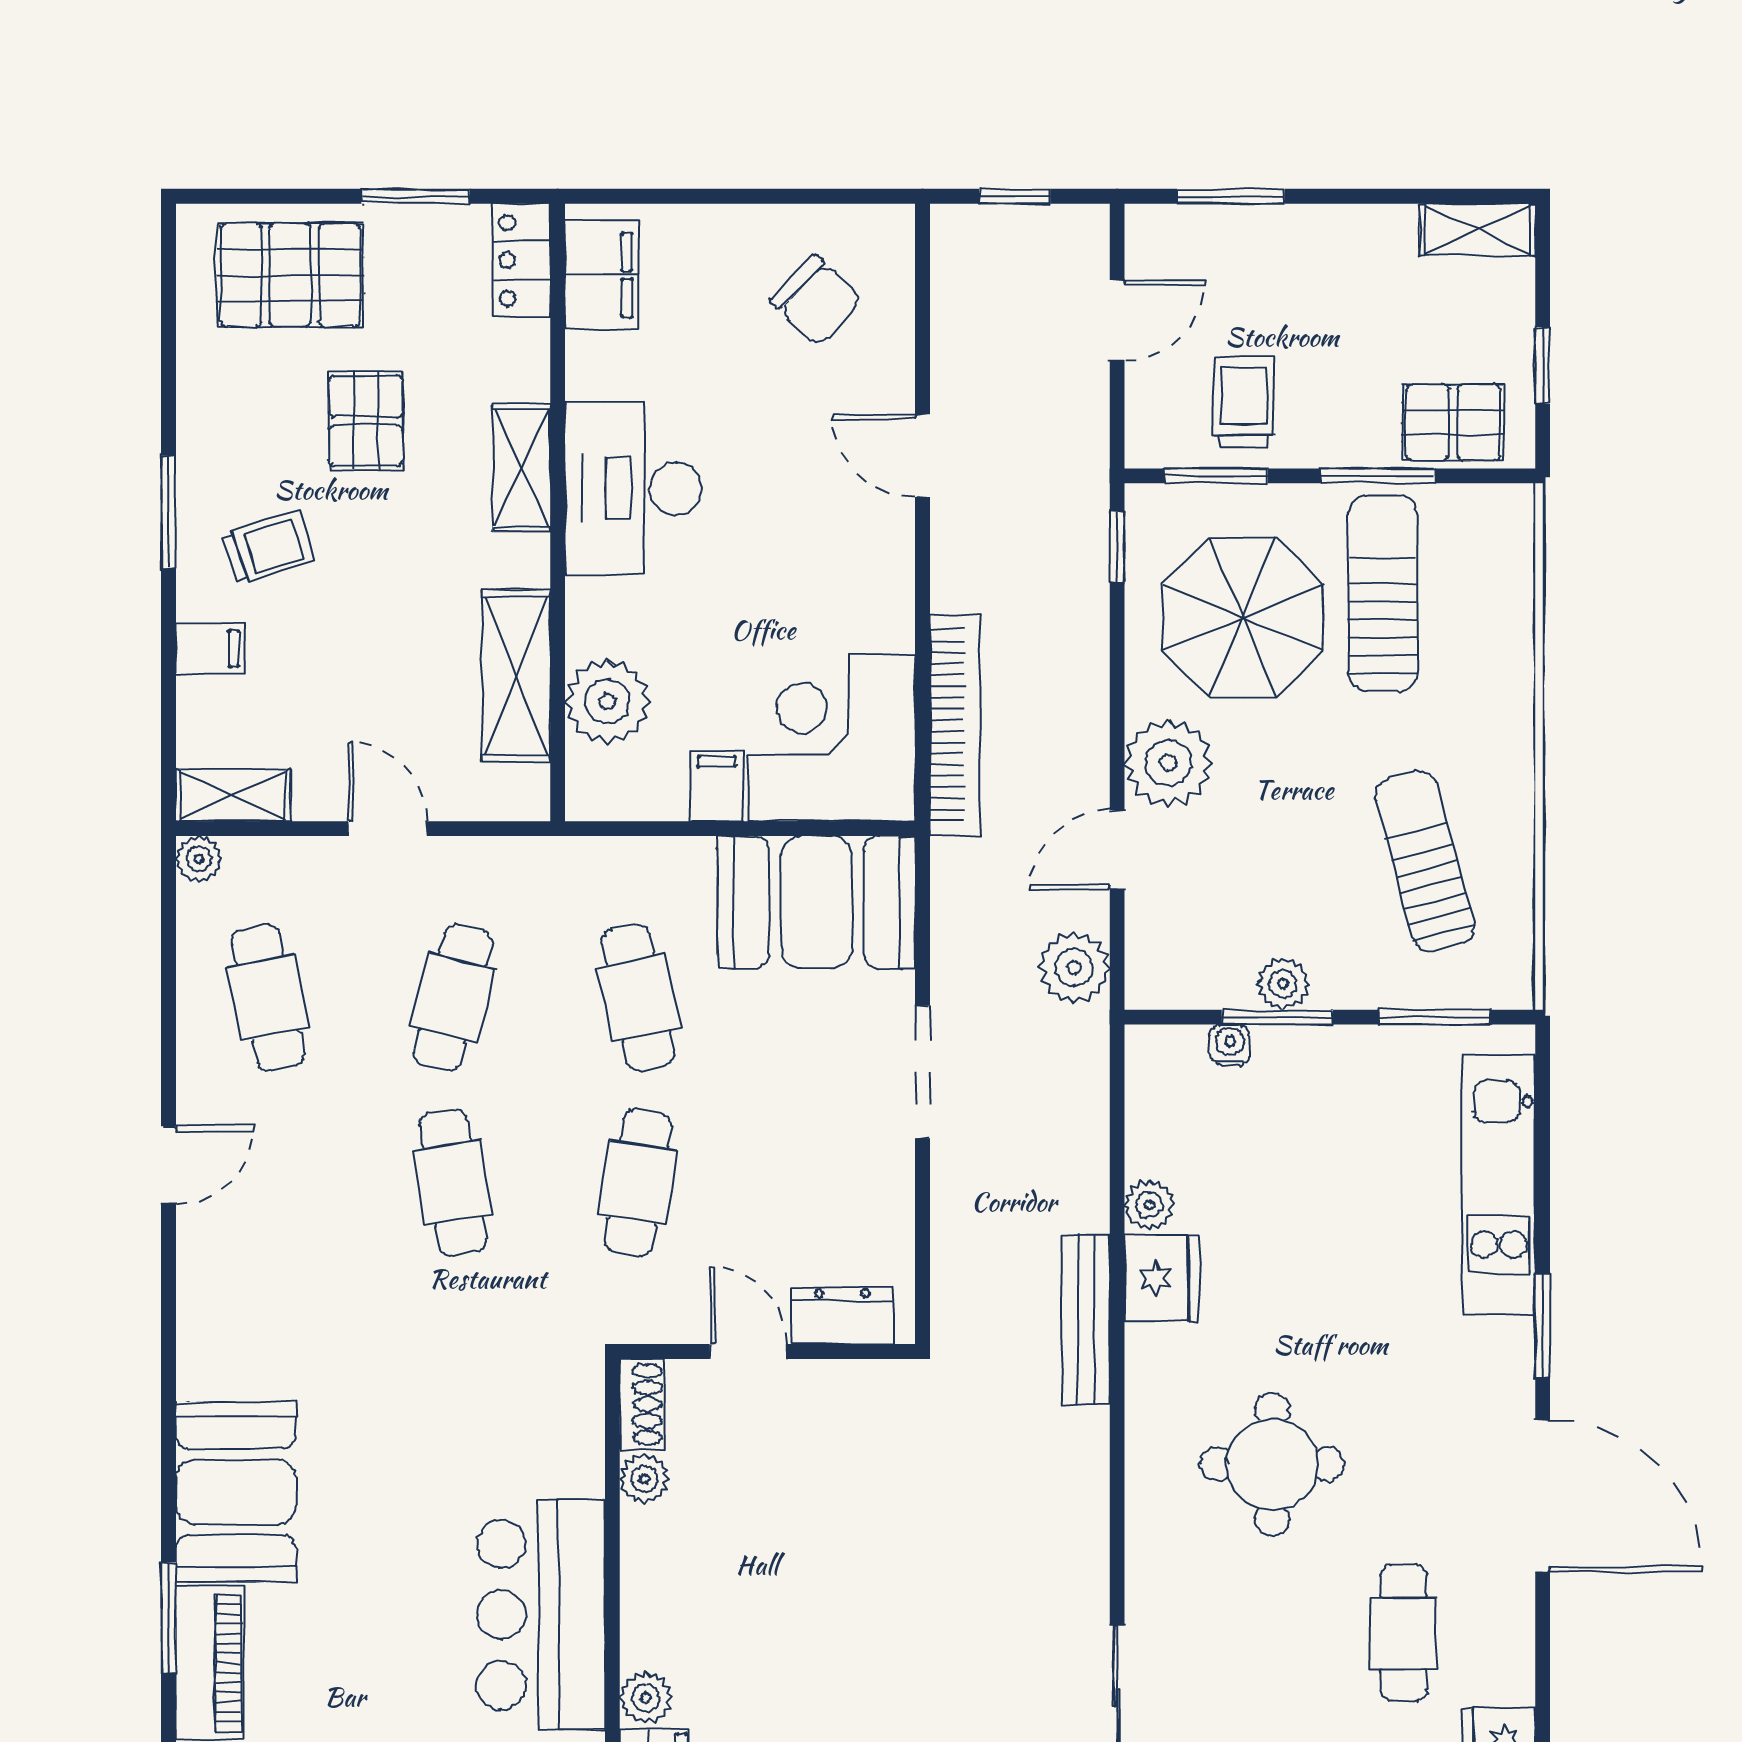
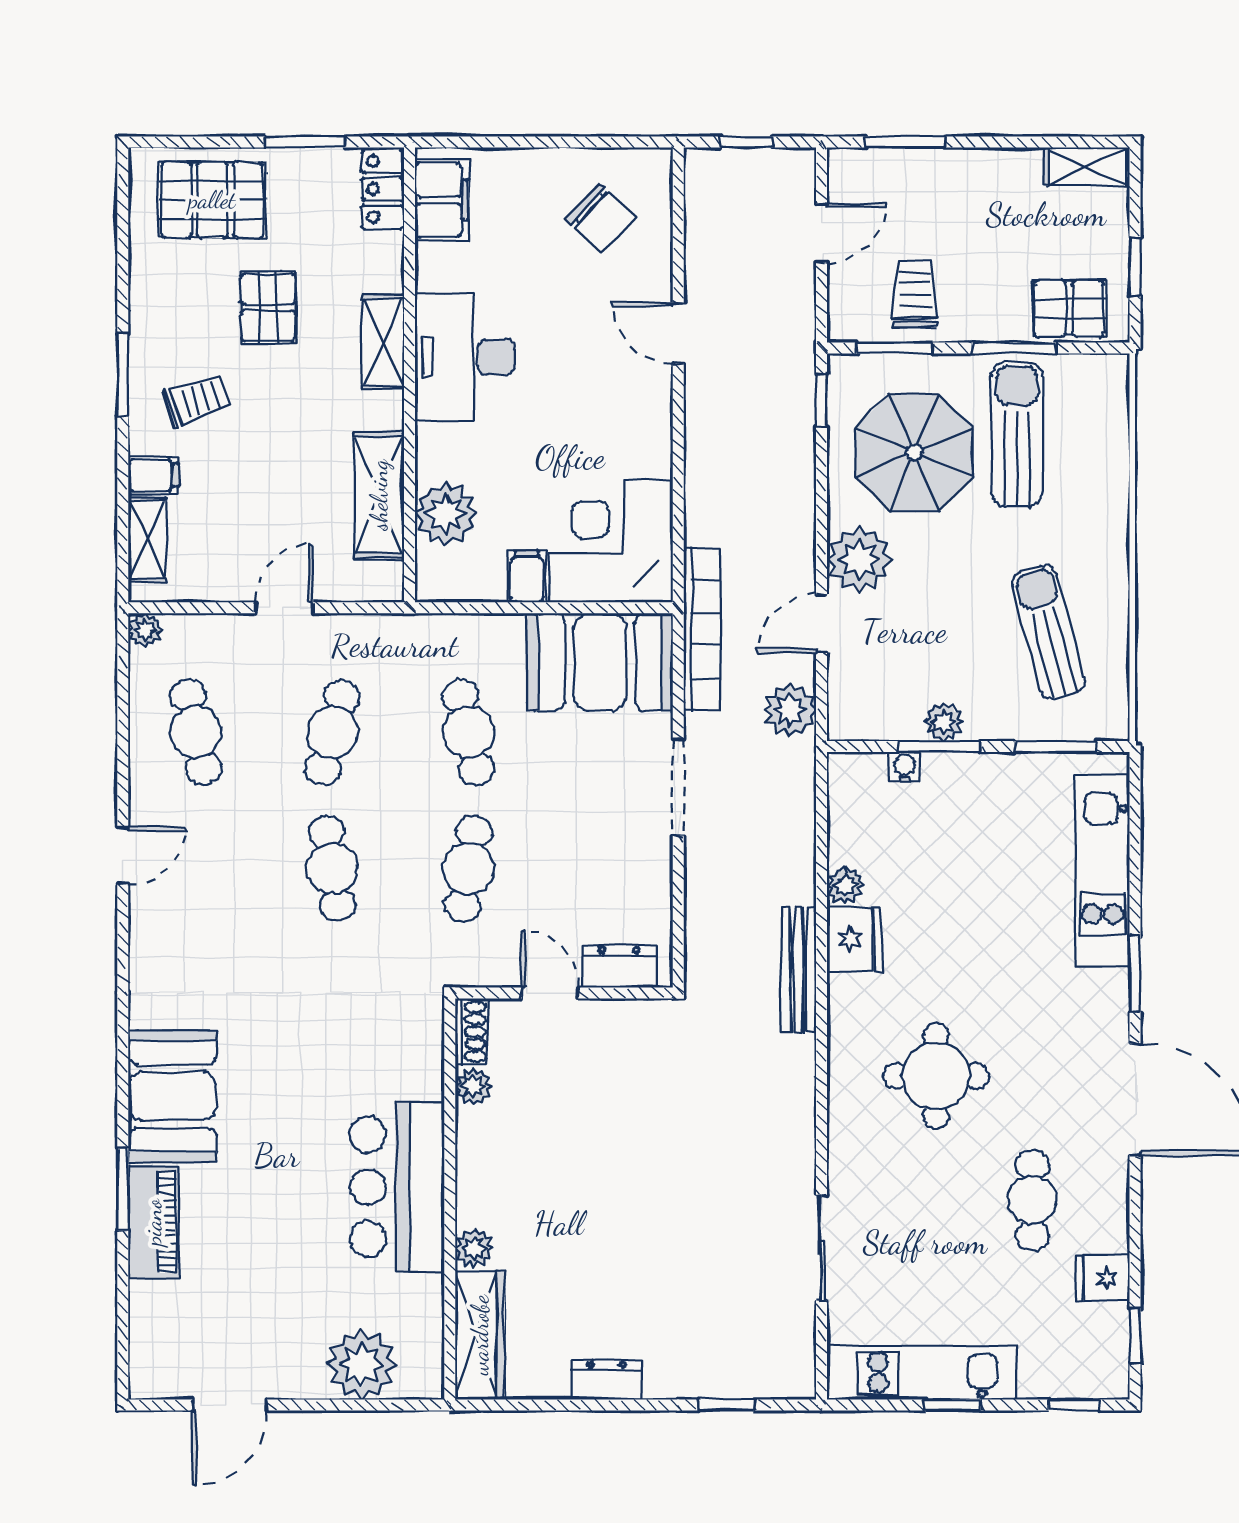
bookcase: (955, 725) -> (702, 629), moved
shelving: (233, 795) -> (147, 540), moved, turned 90
door: (388, 829) -> (284, 608), hinge flipped

